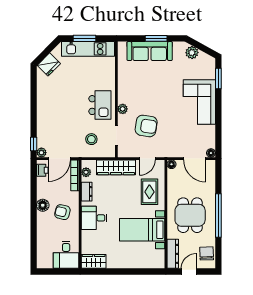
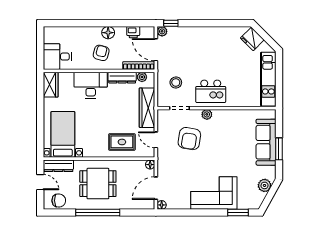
window: (85, 38) -> (279, 75), removed
printer: (42, 170) -> (133, 32), moved
dresser: (87, 192) -> (122, 78), width x1.44
desk: (94, 218) -> (91, 85), width x1.37
bed with nightstands: (142, 230) -> (63, 134), moved

